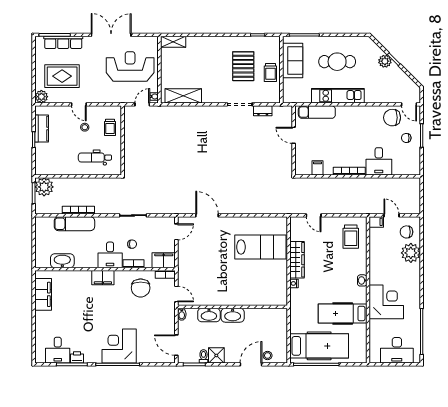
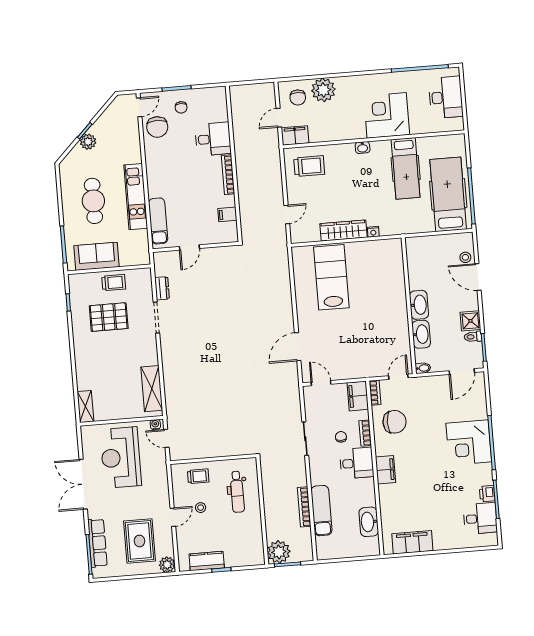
filing cabinet: (376, 222) -> (295, 135), width x2.00

